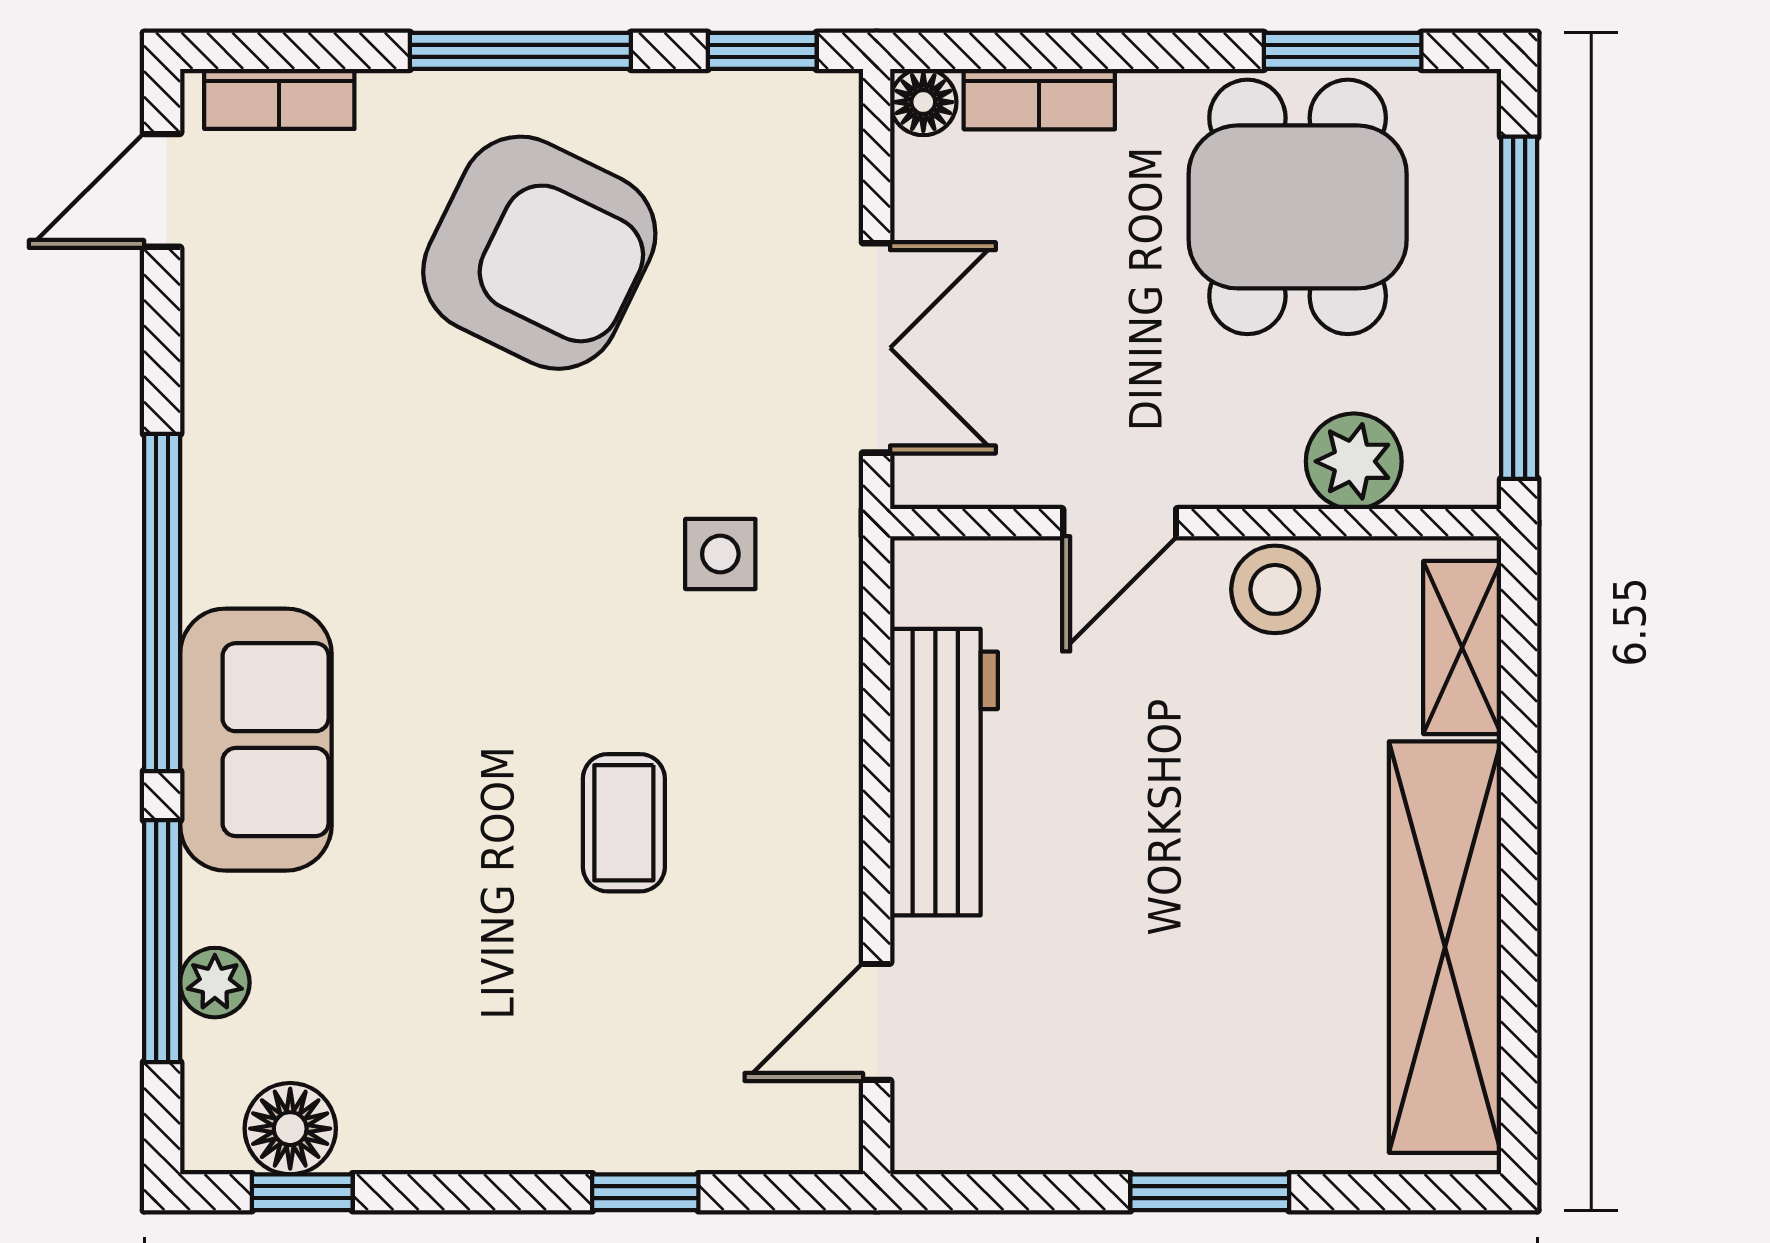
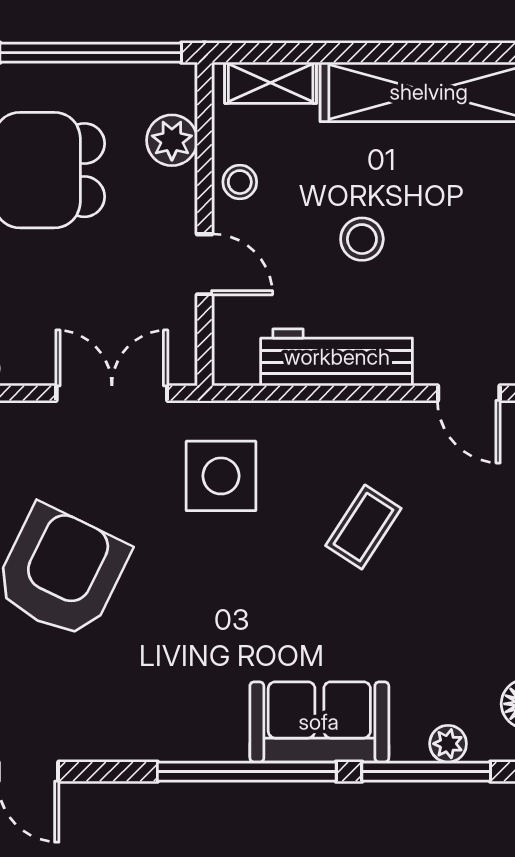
side table: (720, 554) -> (221, 476), width x1.87, depth x1.87
stool: (1275, 589) -> (240, 182), width x0.73, depth x0.73
stool: (1167, 820) -> (362, 239), added
coffee table: (624, 823) -> (363, 527), turned -57

